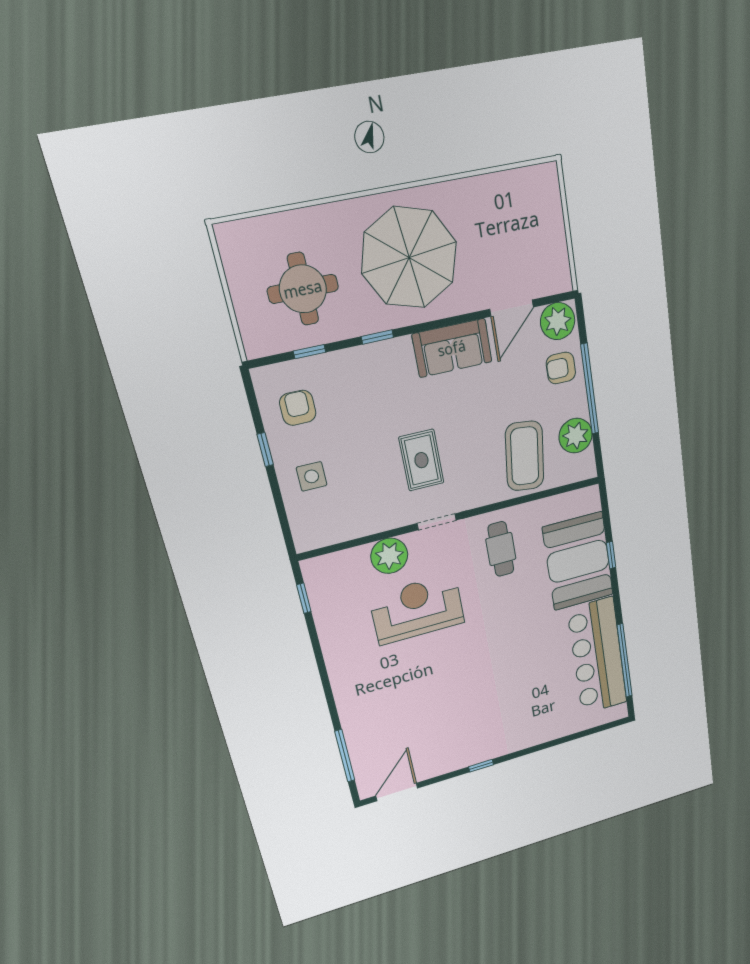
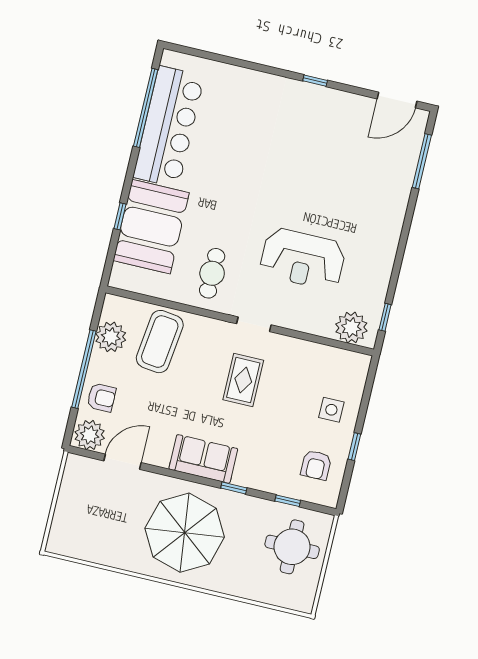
round table: (303, 289) -> (292, 547), moved
sofa: (452, 348) -> (203, 459), moved
plant: (389, 556) -> (351, 328), moved

